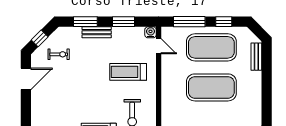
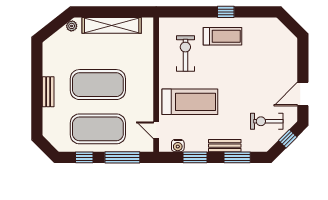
water cooler: (151, 32) -> (178, 146), moved
exercise bike: (59, 54) -> (267, 121), width x1.38, depth x1.39
bench: (256, 57) -> (48, 92), moved
treadmill: (128, 72) -> (190, 102), width x1.37, depth x1.38

